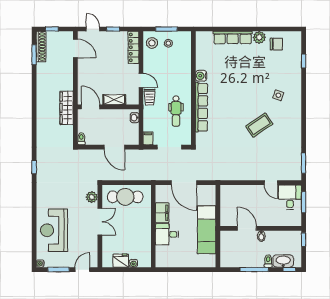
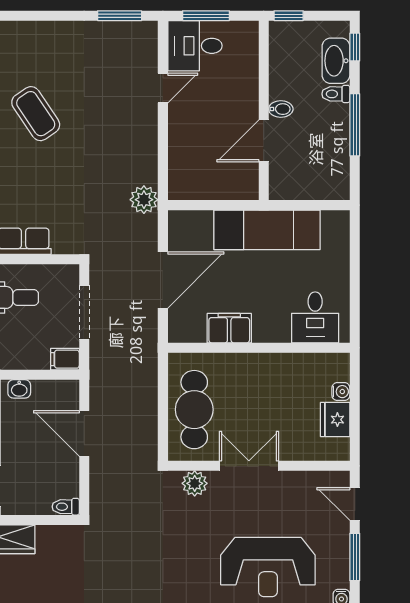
door: (114, 147) -> (84, 434), swing flipped
plant: (220, 174) -> (144, 200), added
desk: (167, 234) -> (315, 317), moved

